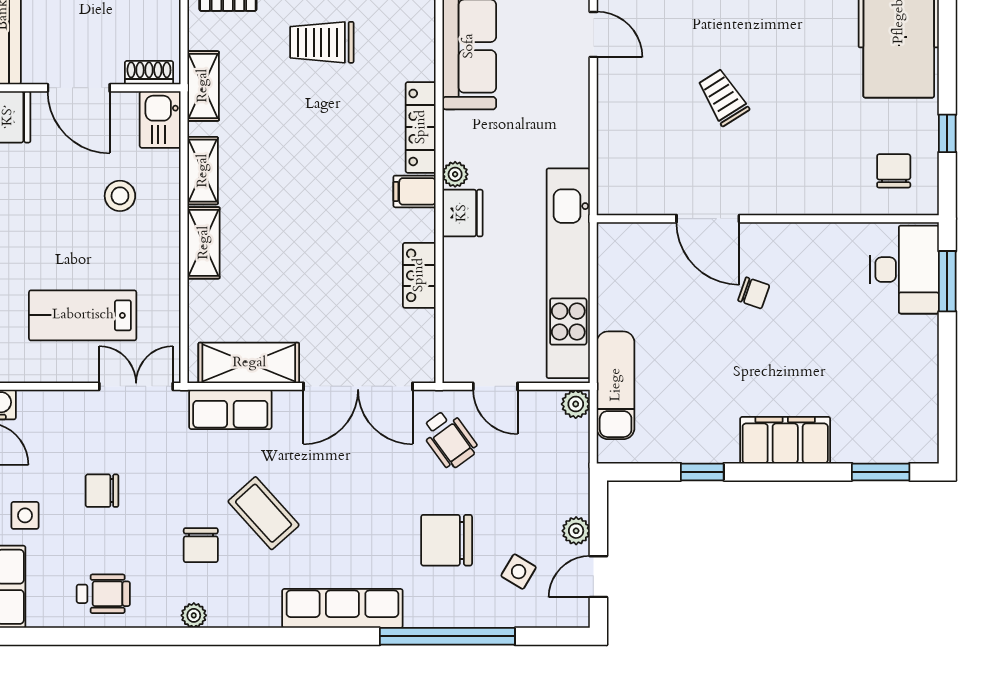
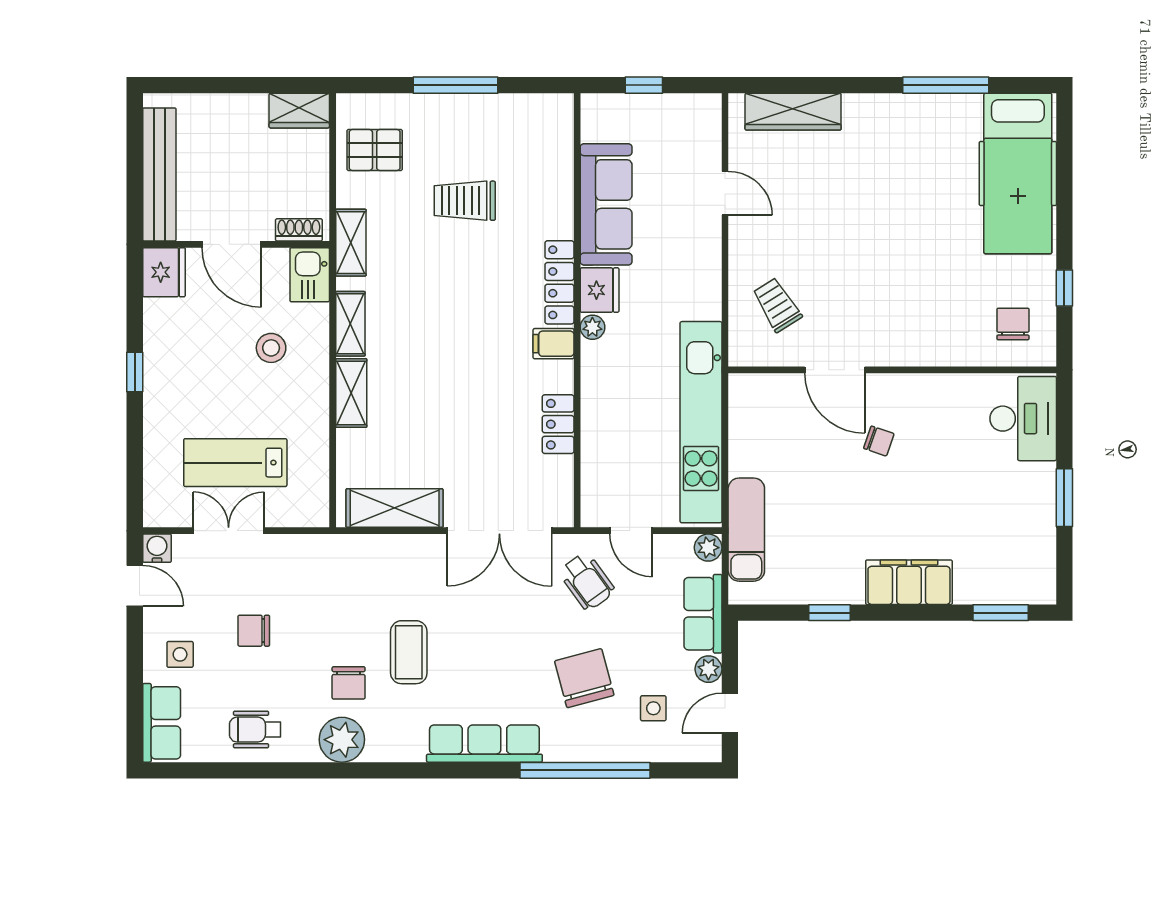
trolley: (723, 97) -> (777, 305), moved
fridge: (462, 213) -> (600, 290), moved
window: (947, 281) -> (1064, 498), moved
double door: (136, 386) -> (229, 531), moved
row of seats: (230, 409) -> (703, 614), moved, turned 90
coffee table: (264, 513) -> (409, 652), turned 42
chair: (447, 540) -> (584, 678), turned 75
side table: (519, 572) -> (653, 708), turned -31
wheelchair: (103, 594) -> (255, 730), turned 180
plant: (194, 615) -> (342, 740), width x1.87, depth x1.87

